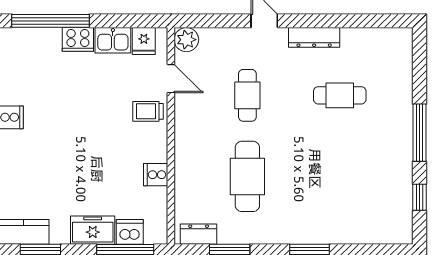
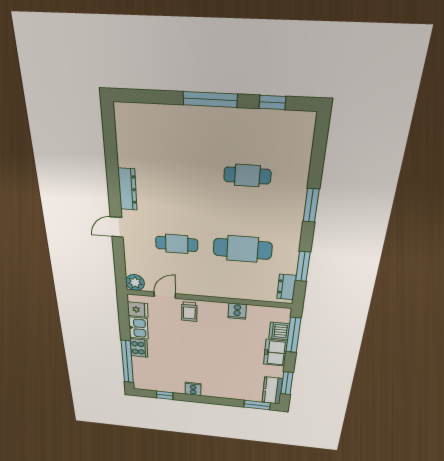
cafe table: (340, 95) -> (247, 176), moved, turned 90

